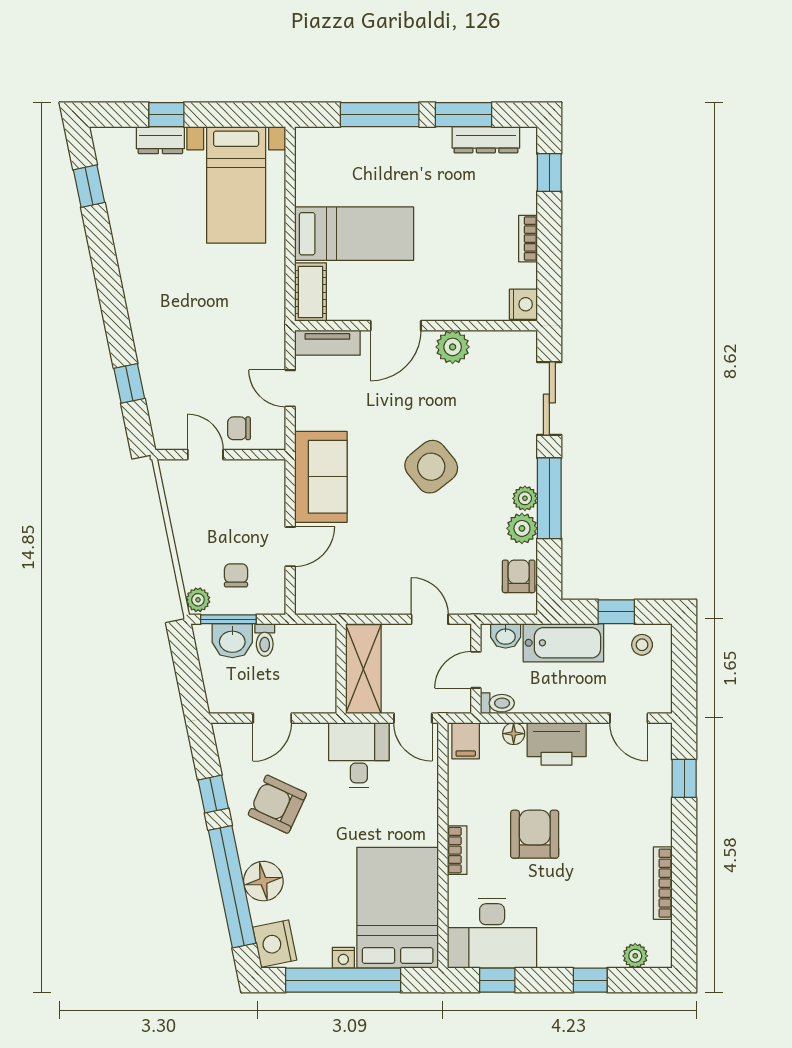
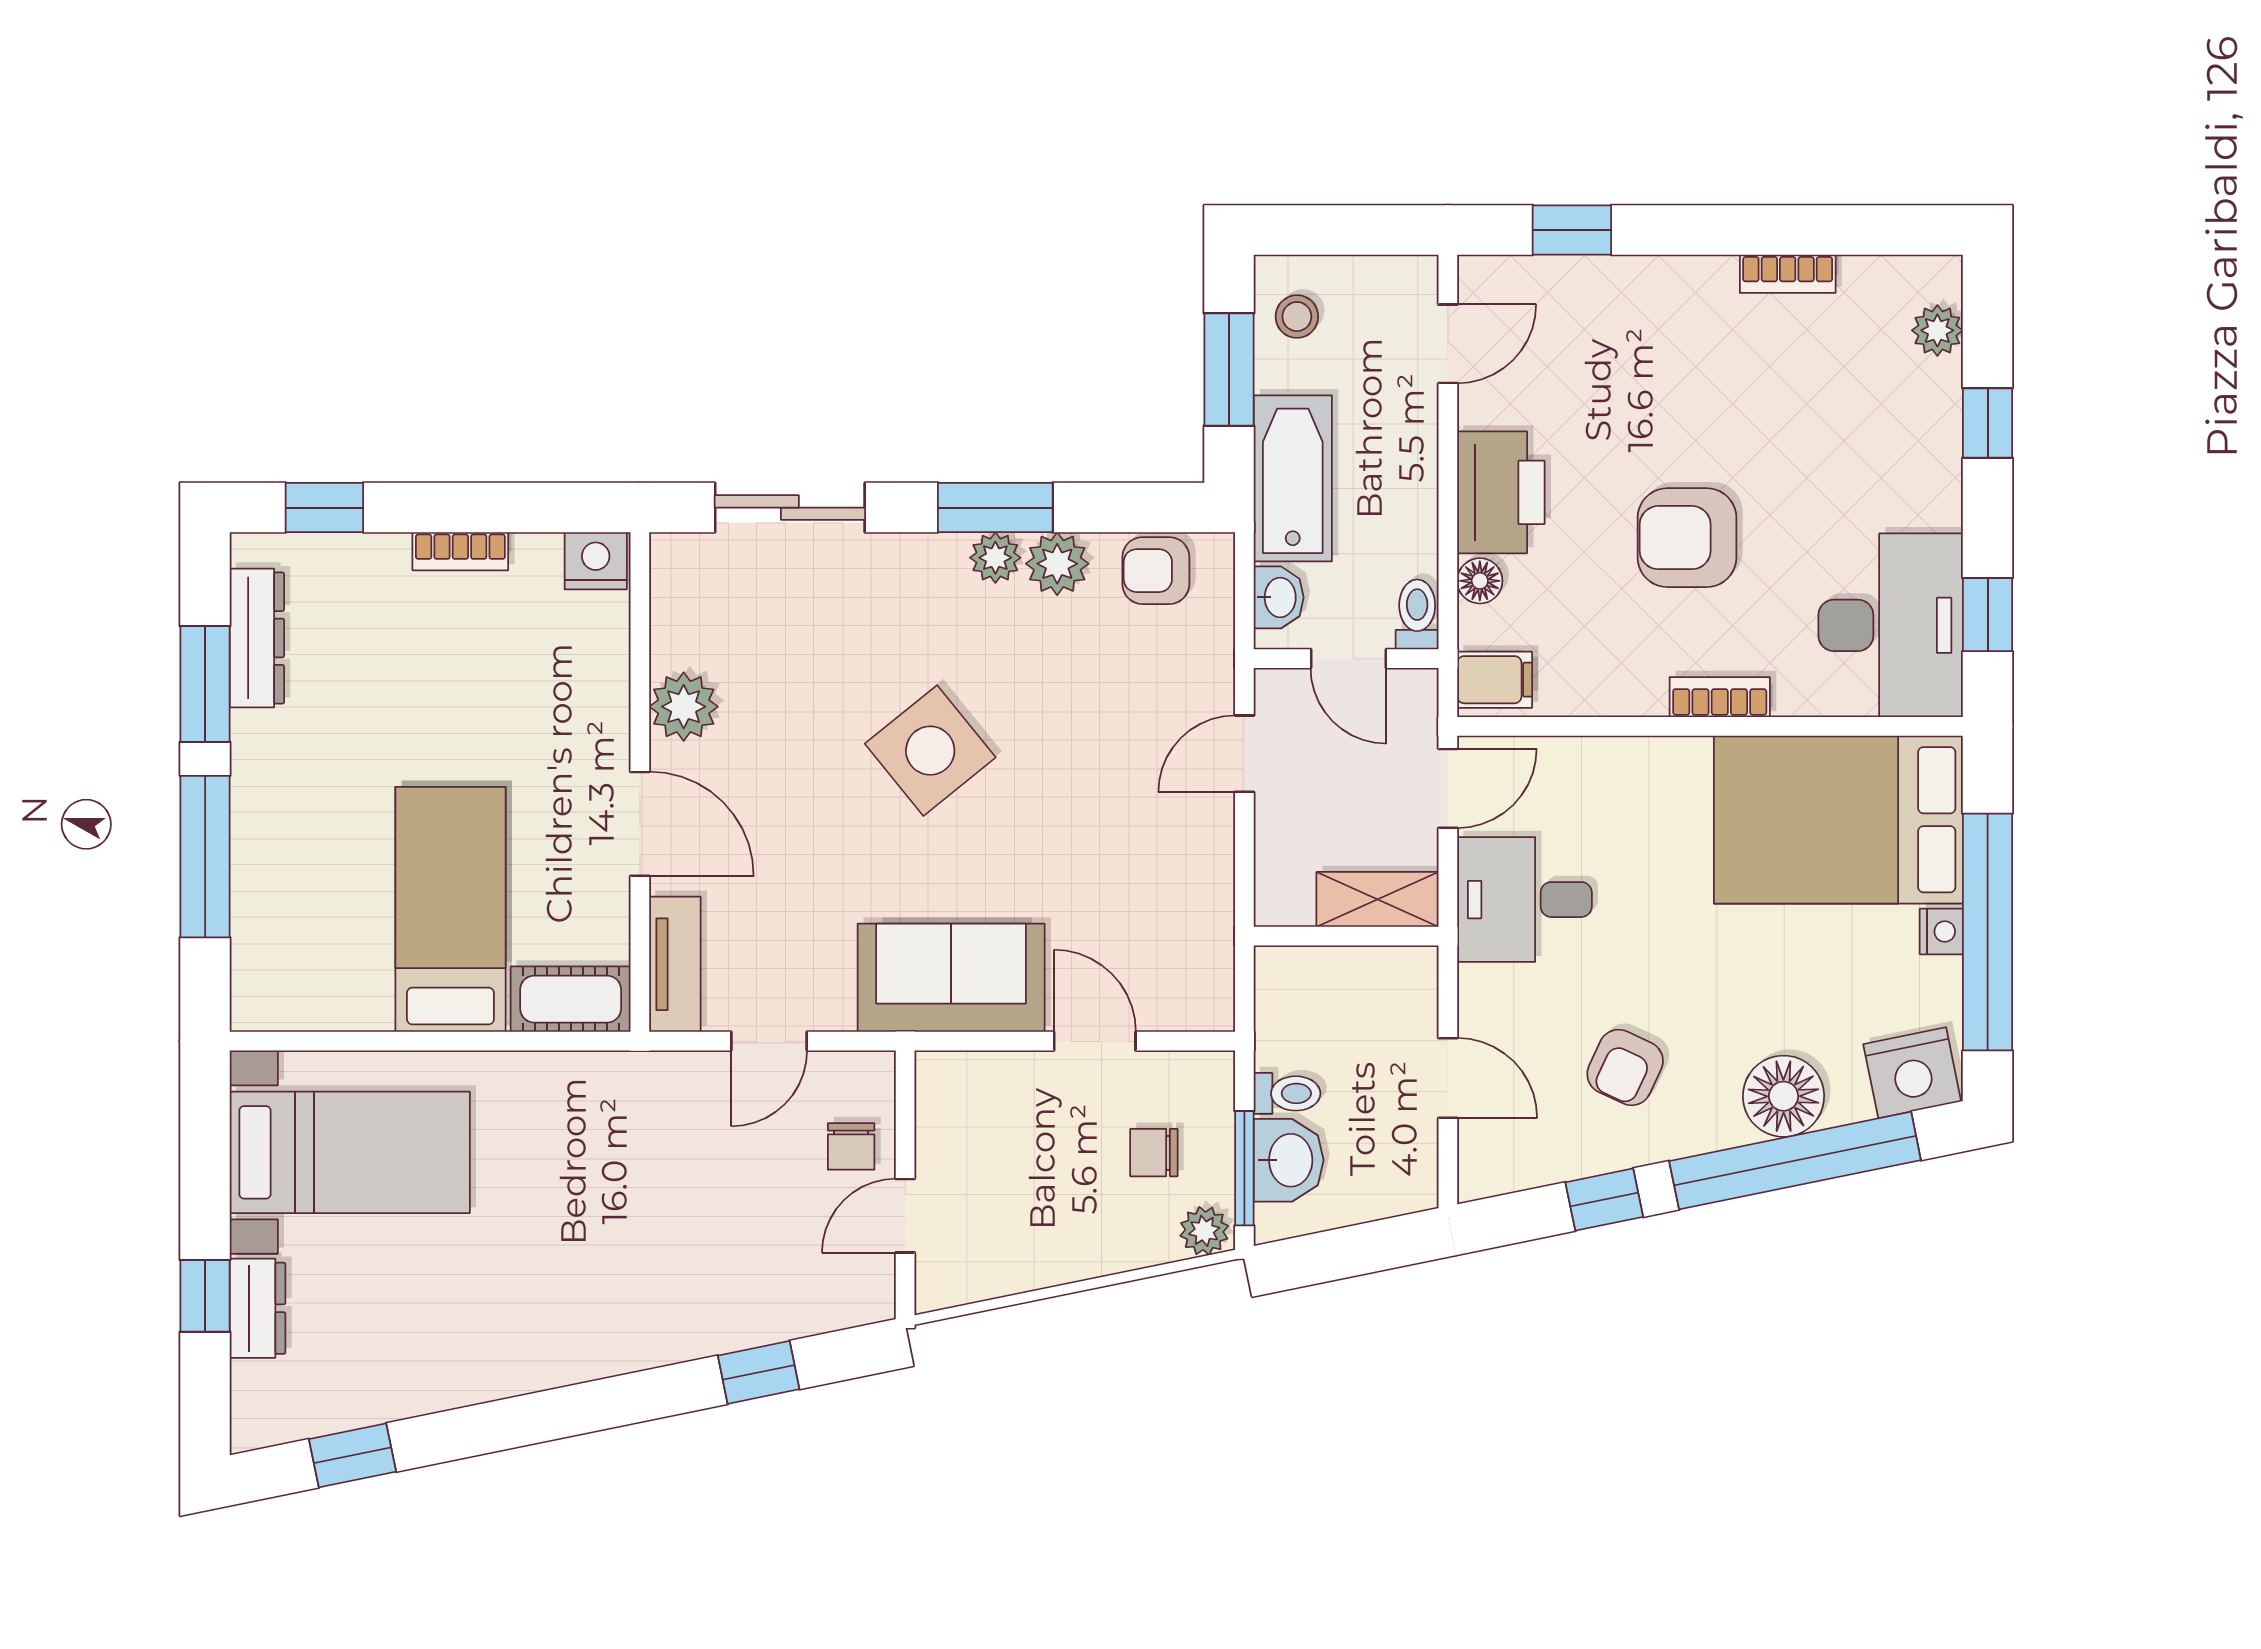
window: (549, 498) -> (995, 508), width x0.69
window: (616, 612) -> (1229, 369), width x1.50
shelving: (363, 669) -> (1378, 899), width x0.67, depth x0.75
armchair: (277, 804) -> (1625, 1067), width x0.72, depth x0.72
bookcase: (663, 883) -> (1788, 274), width x0.64

